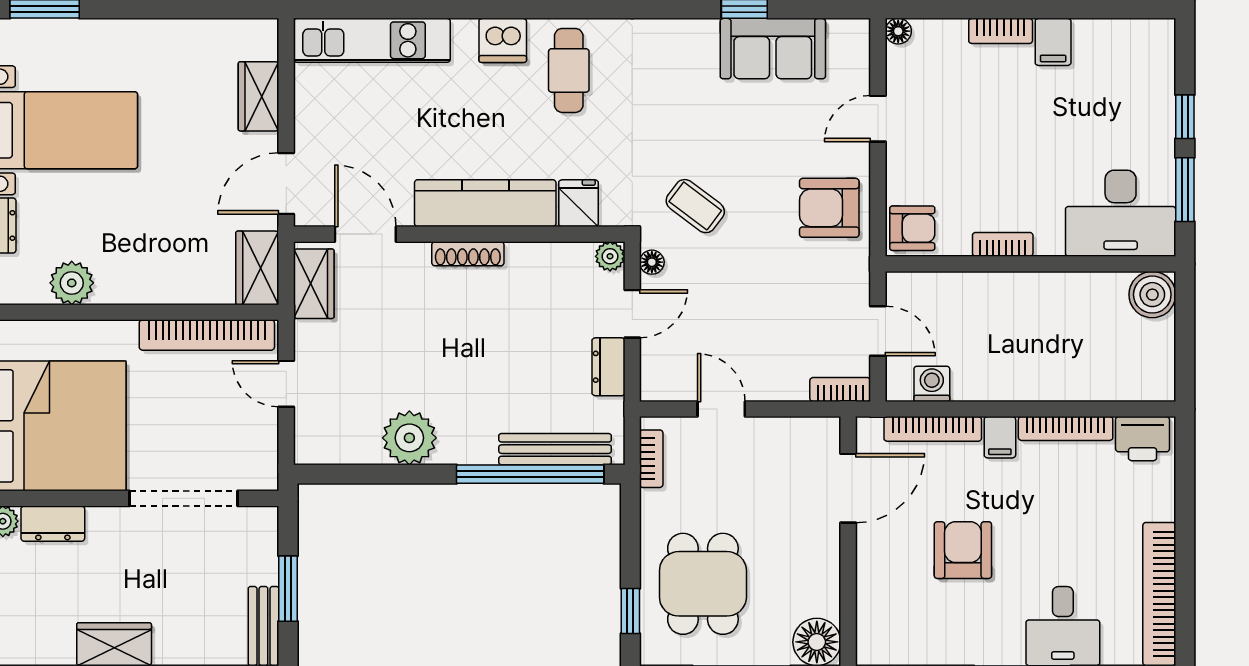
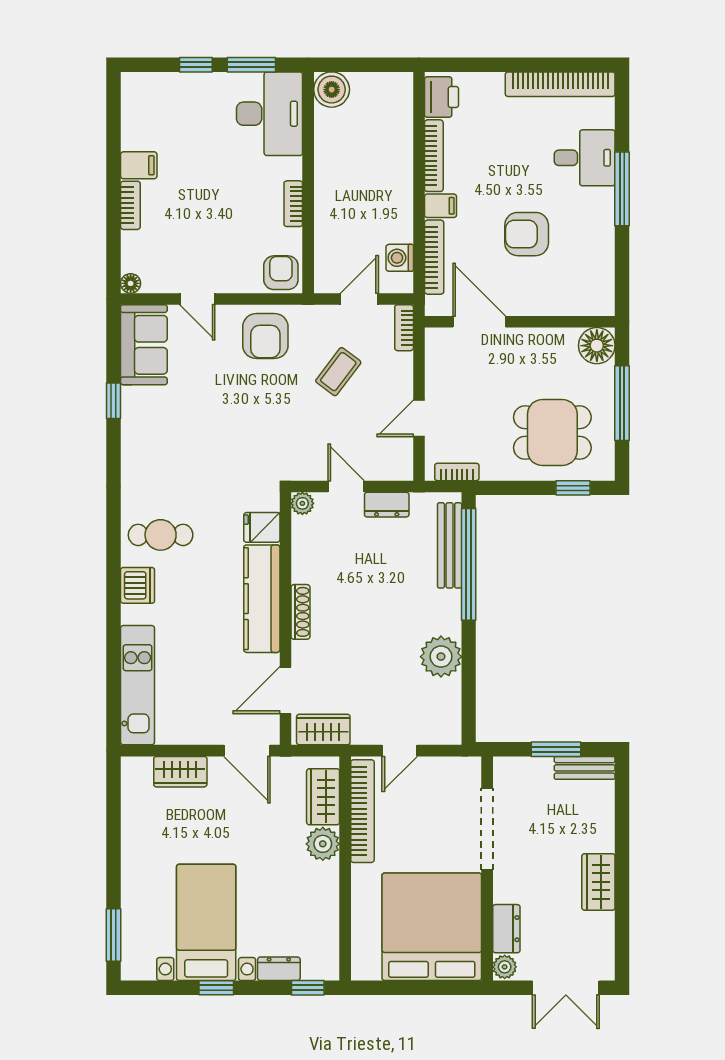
sofa: (773, 49) -> (144, 345), moved
coffee table: (695, 206) -> (338, 372), moved
floor lamp: (652, 262) -> (307, 471), removed
wardrobe: (257, 268) -> (323, 797), moved, turned 90
plant: (72, 283) -> (323, 844), moved

